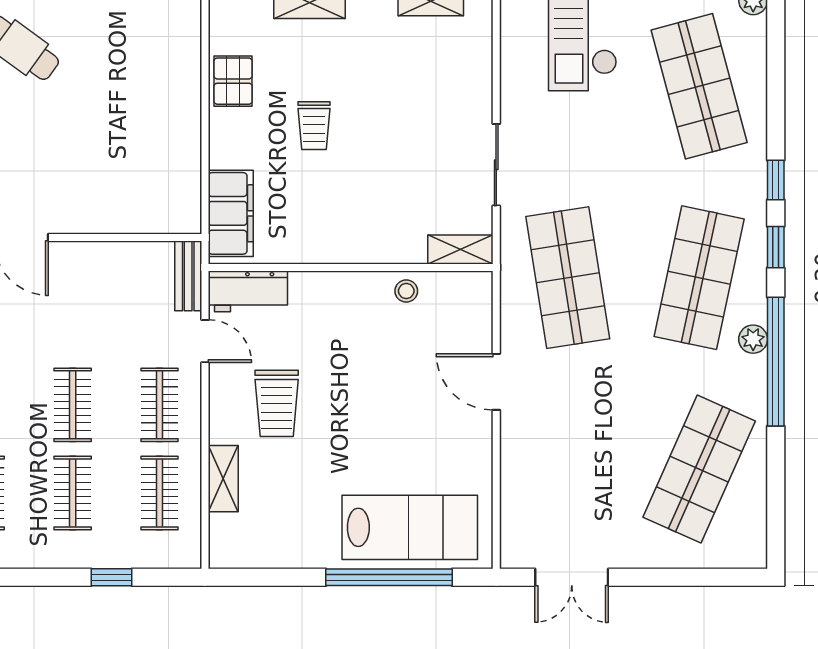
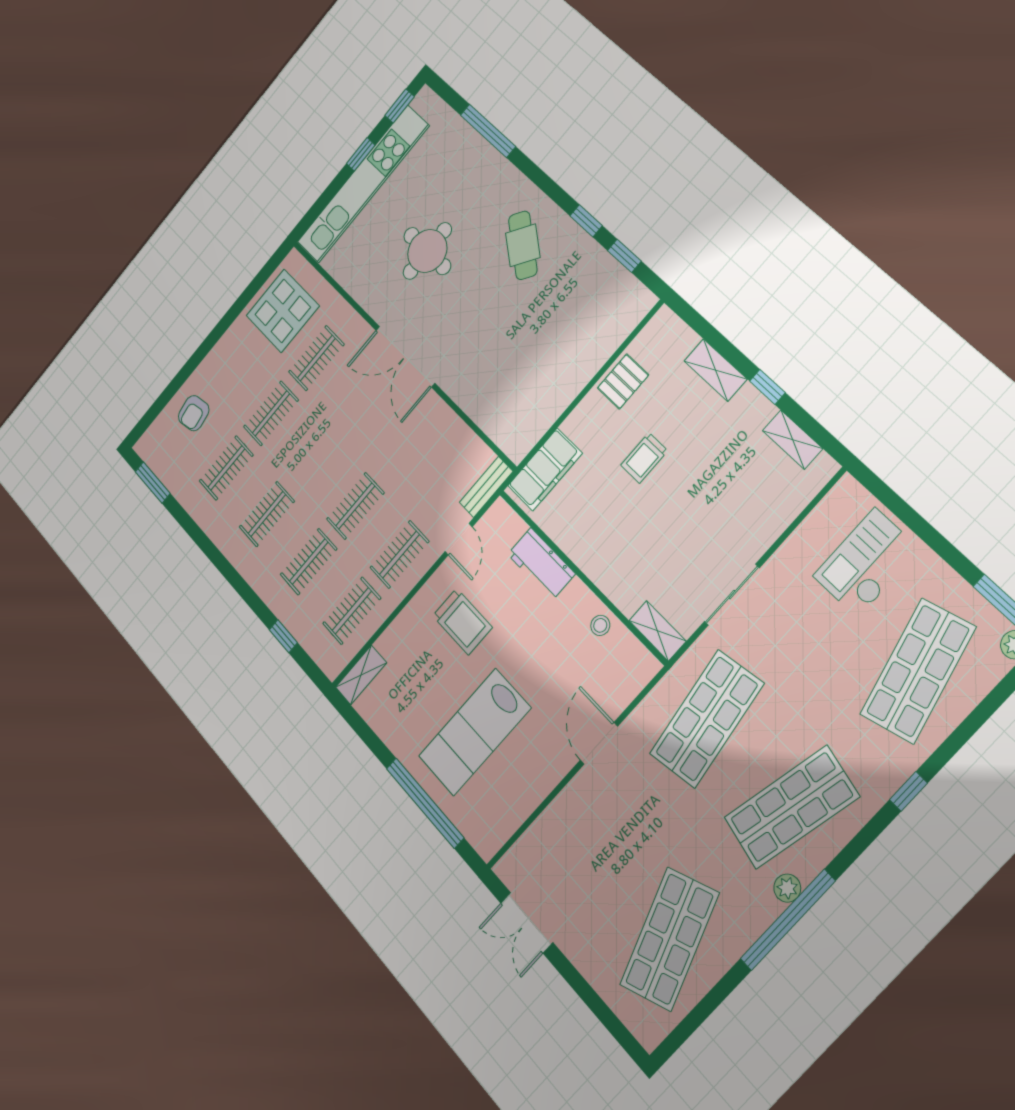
window: (776, 247) -> (863, 839), removed
workbench: (248, 291) -> (541, 564), moved
trolley: (277, 403) -> (462, 622), turned -90
shop shelf: (699, 469) -> (669, 939), turned -45
shelving: (223, 479) -> (361, 675), moved
lab bench: (410, 527) -> (475, 732), moved, turned 90

